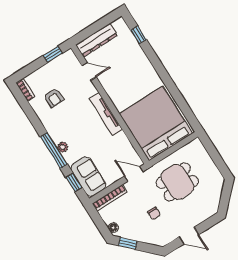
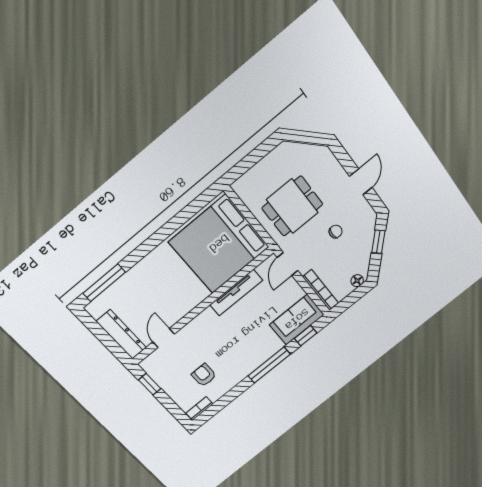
window: (138, 35) -> (104, 283), width x2.17
armchair: (54, 98) -> (204, 375), turned -90
tv unit: (106, 114) -> (236, 293), moved
plant: (63, 147) -> (264, 355), removed
dining table: (177, 182) -> (292, 206), turned 90
window: (128, 243) -> (378, 242), moved

